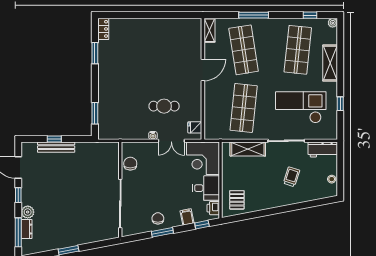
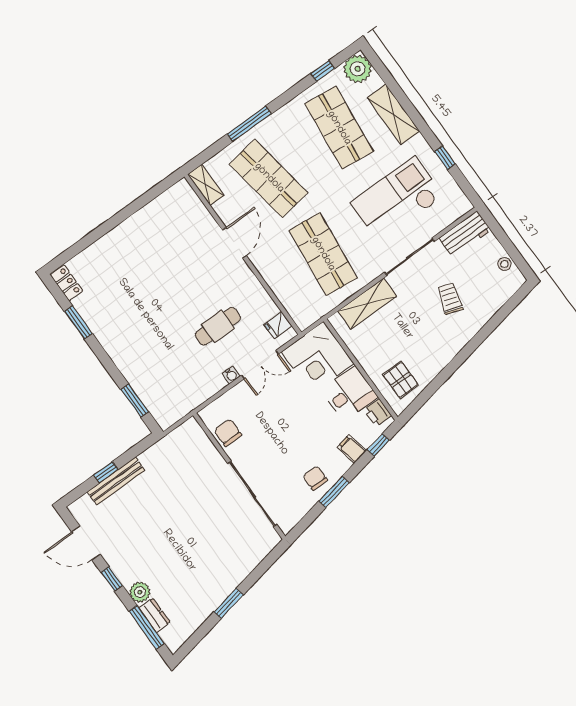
plant: (333, 23) -> (358, 69), width x1.87, depth x1.87

